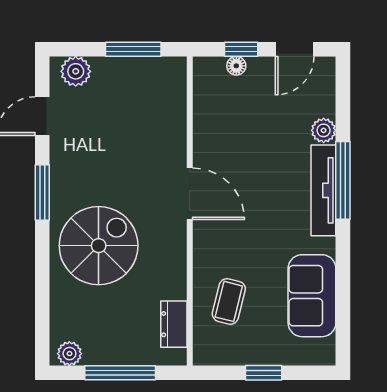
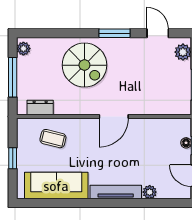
window: (343, 180) -> (121, 203), removed
sofa: (312, 296) -> (56, 186), width x1.36

